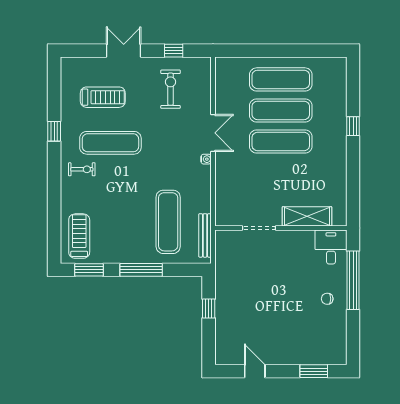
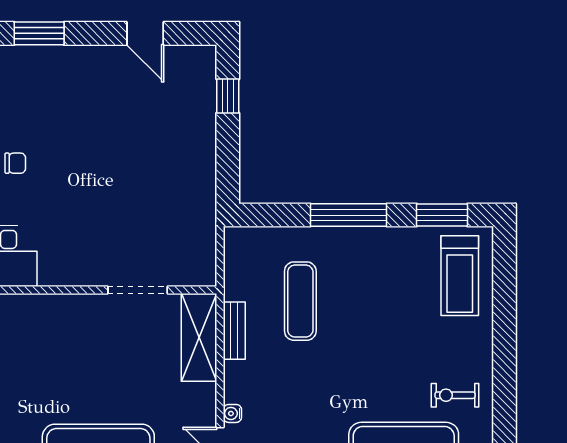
shelving: (307, 216) -> (199, 337), moved, turned 90
exercise mat: (168, 222) -> (300, 301), width x0.73, depth x0.69
bench: (205, 235) -> (234, 331), moved, width x0.73
window: (209, 308) -> (228, 96), moved

